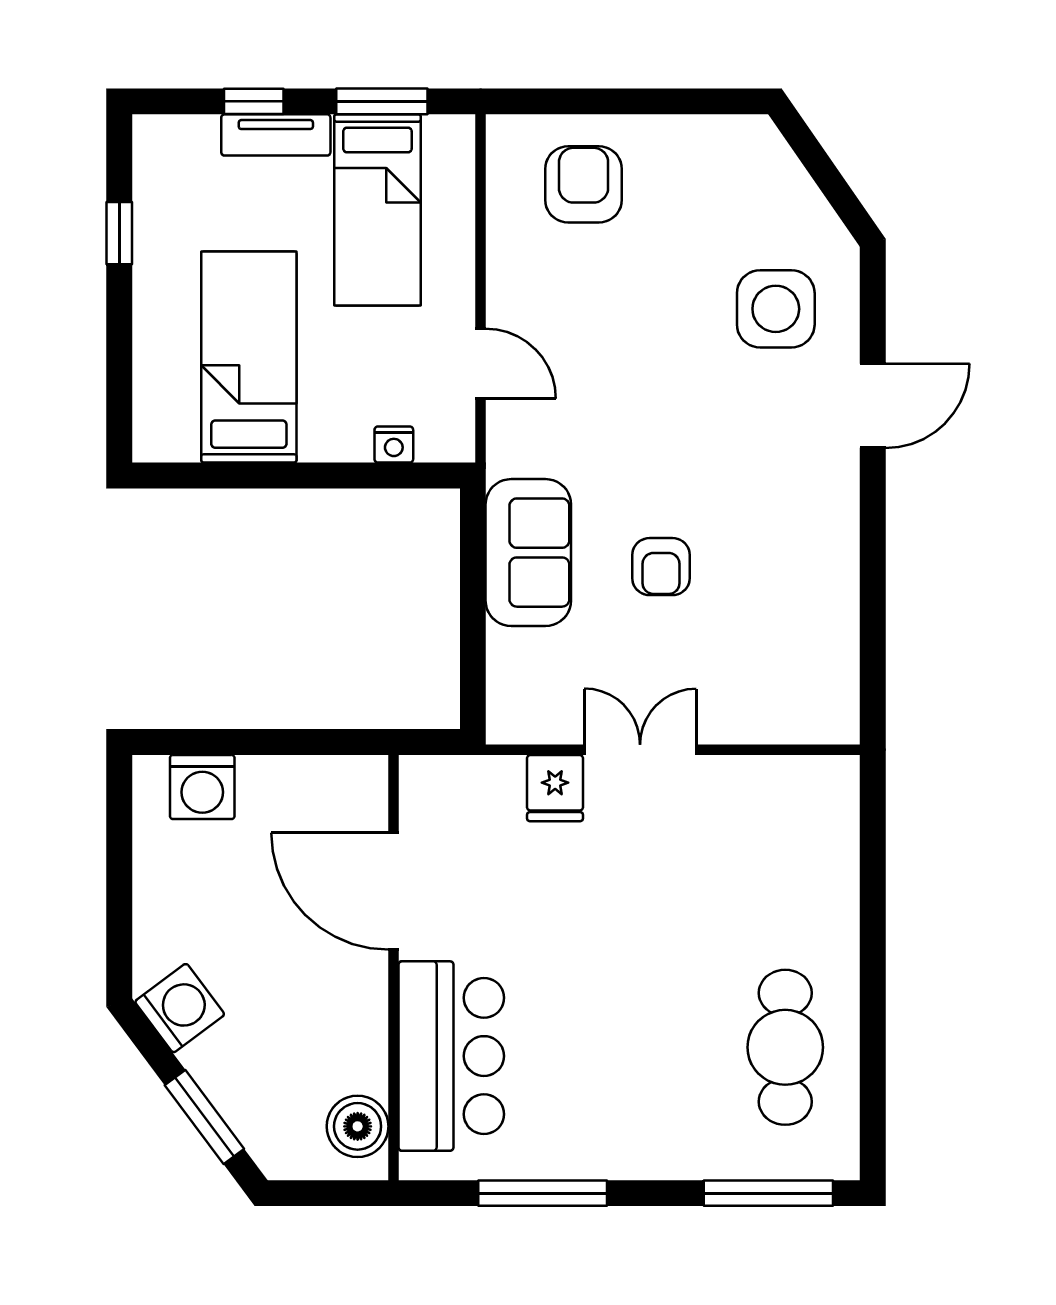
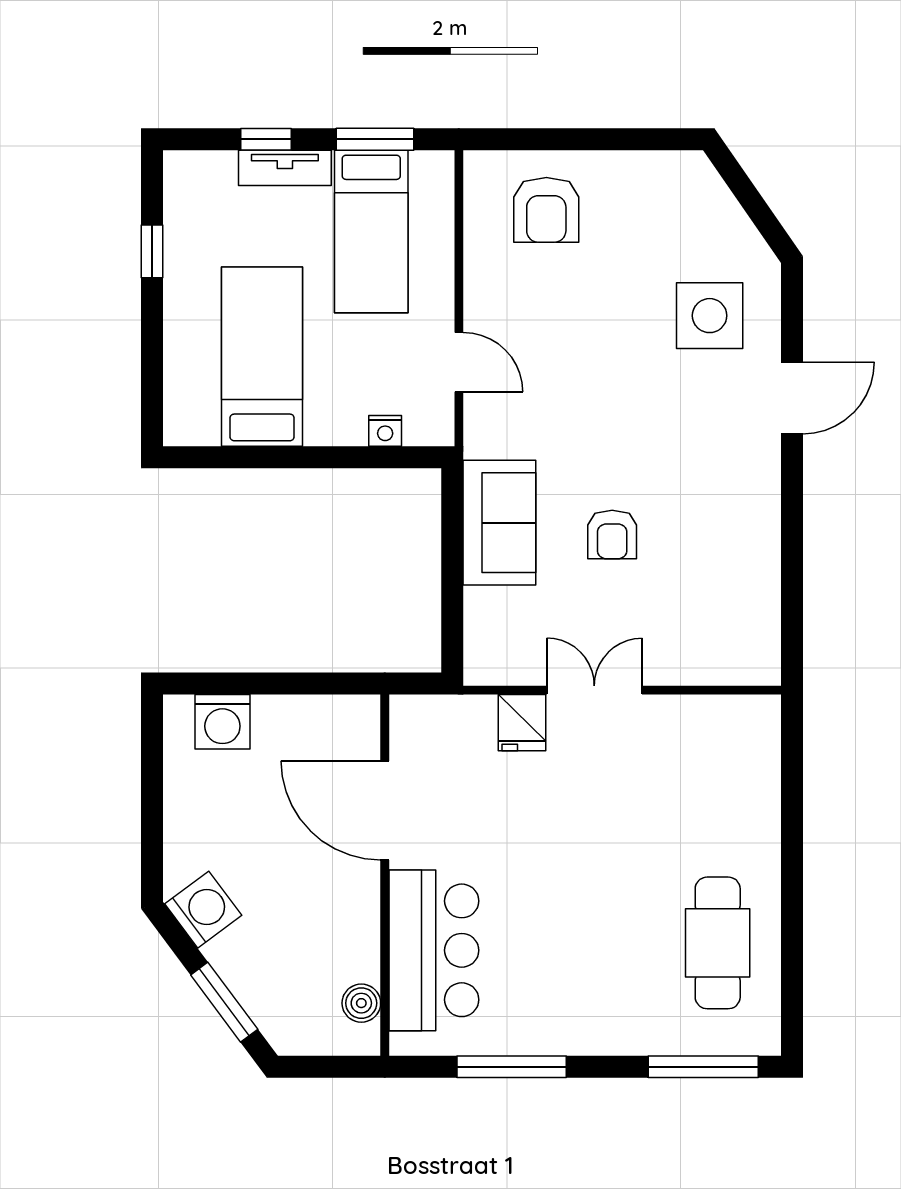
armchair: (584, 184) -> (546, 210), turned 180
boiler: (358, 1126) -> (361, 1003), width x0.73, depth x0.73

